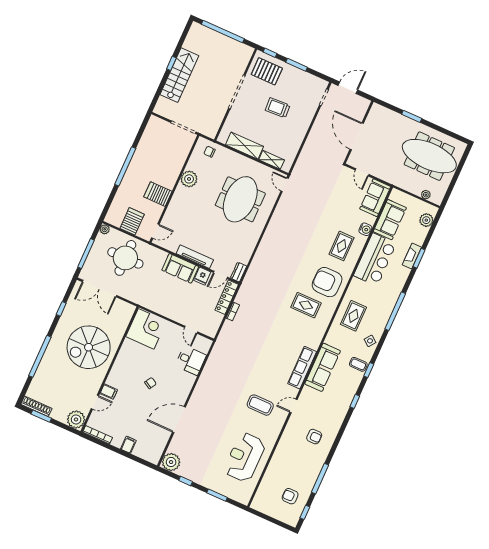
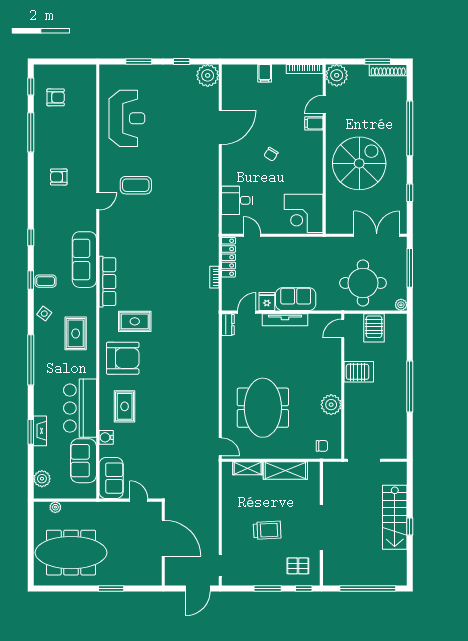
pallet: (267, 71) -> (298, 566), width x0.67, depth x0.71
locker: (227, 297) -> (228, 257), moved
row of seats: (302, 368) -> (107, 282), moved

